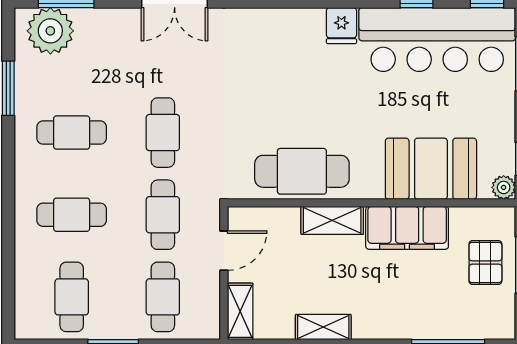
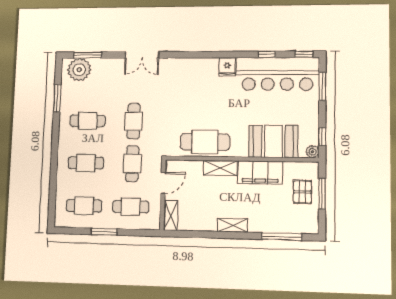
cafe table: (72, 297) -> (84, 206), turned 90
cafe table: (163, 297) -> (131, 207), turned 90
shelving: (323, 327) -> (233, 225), moved

